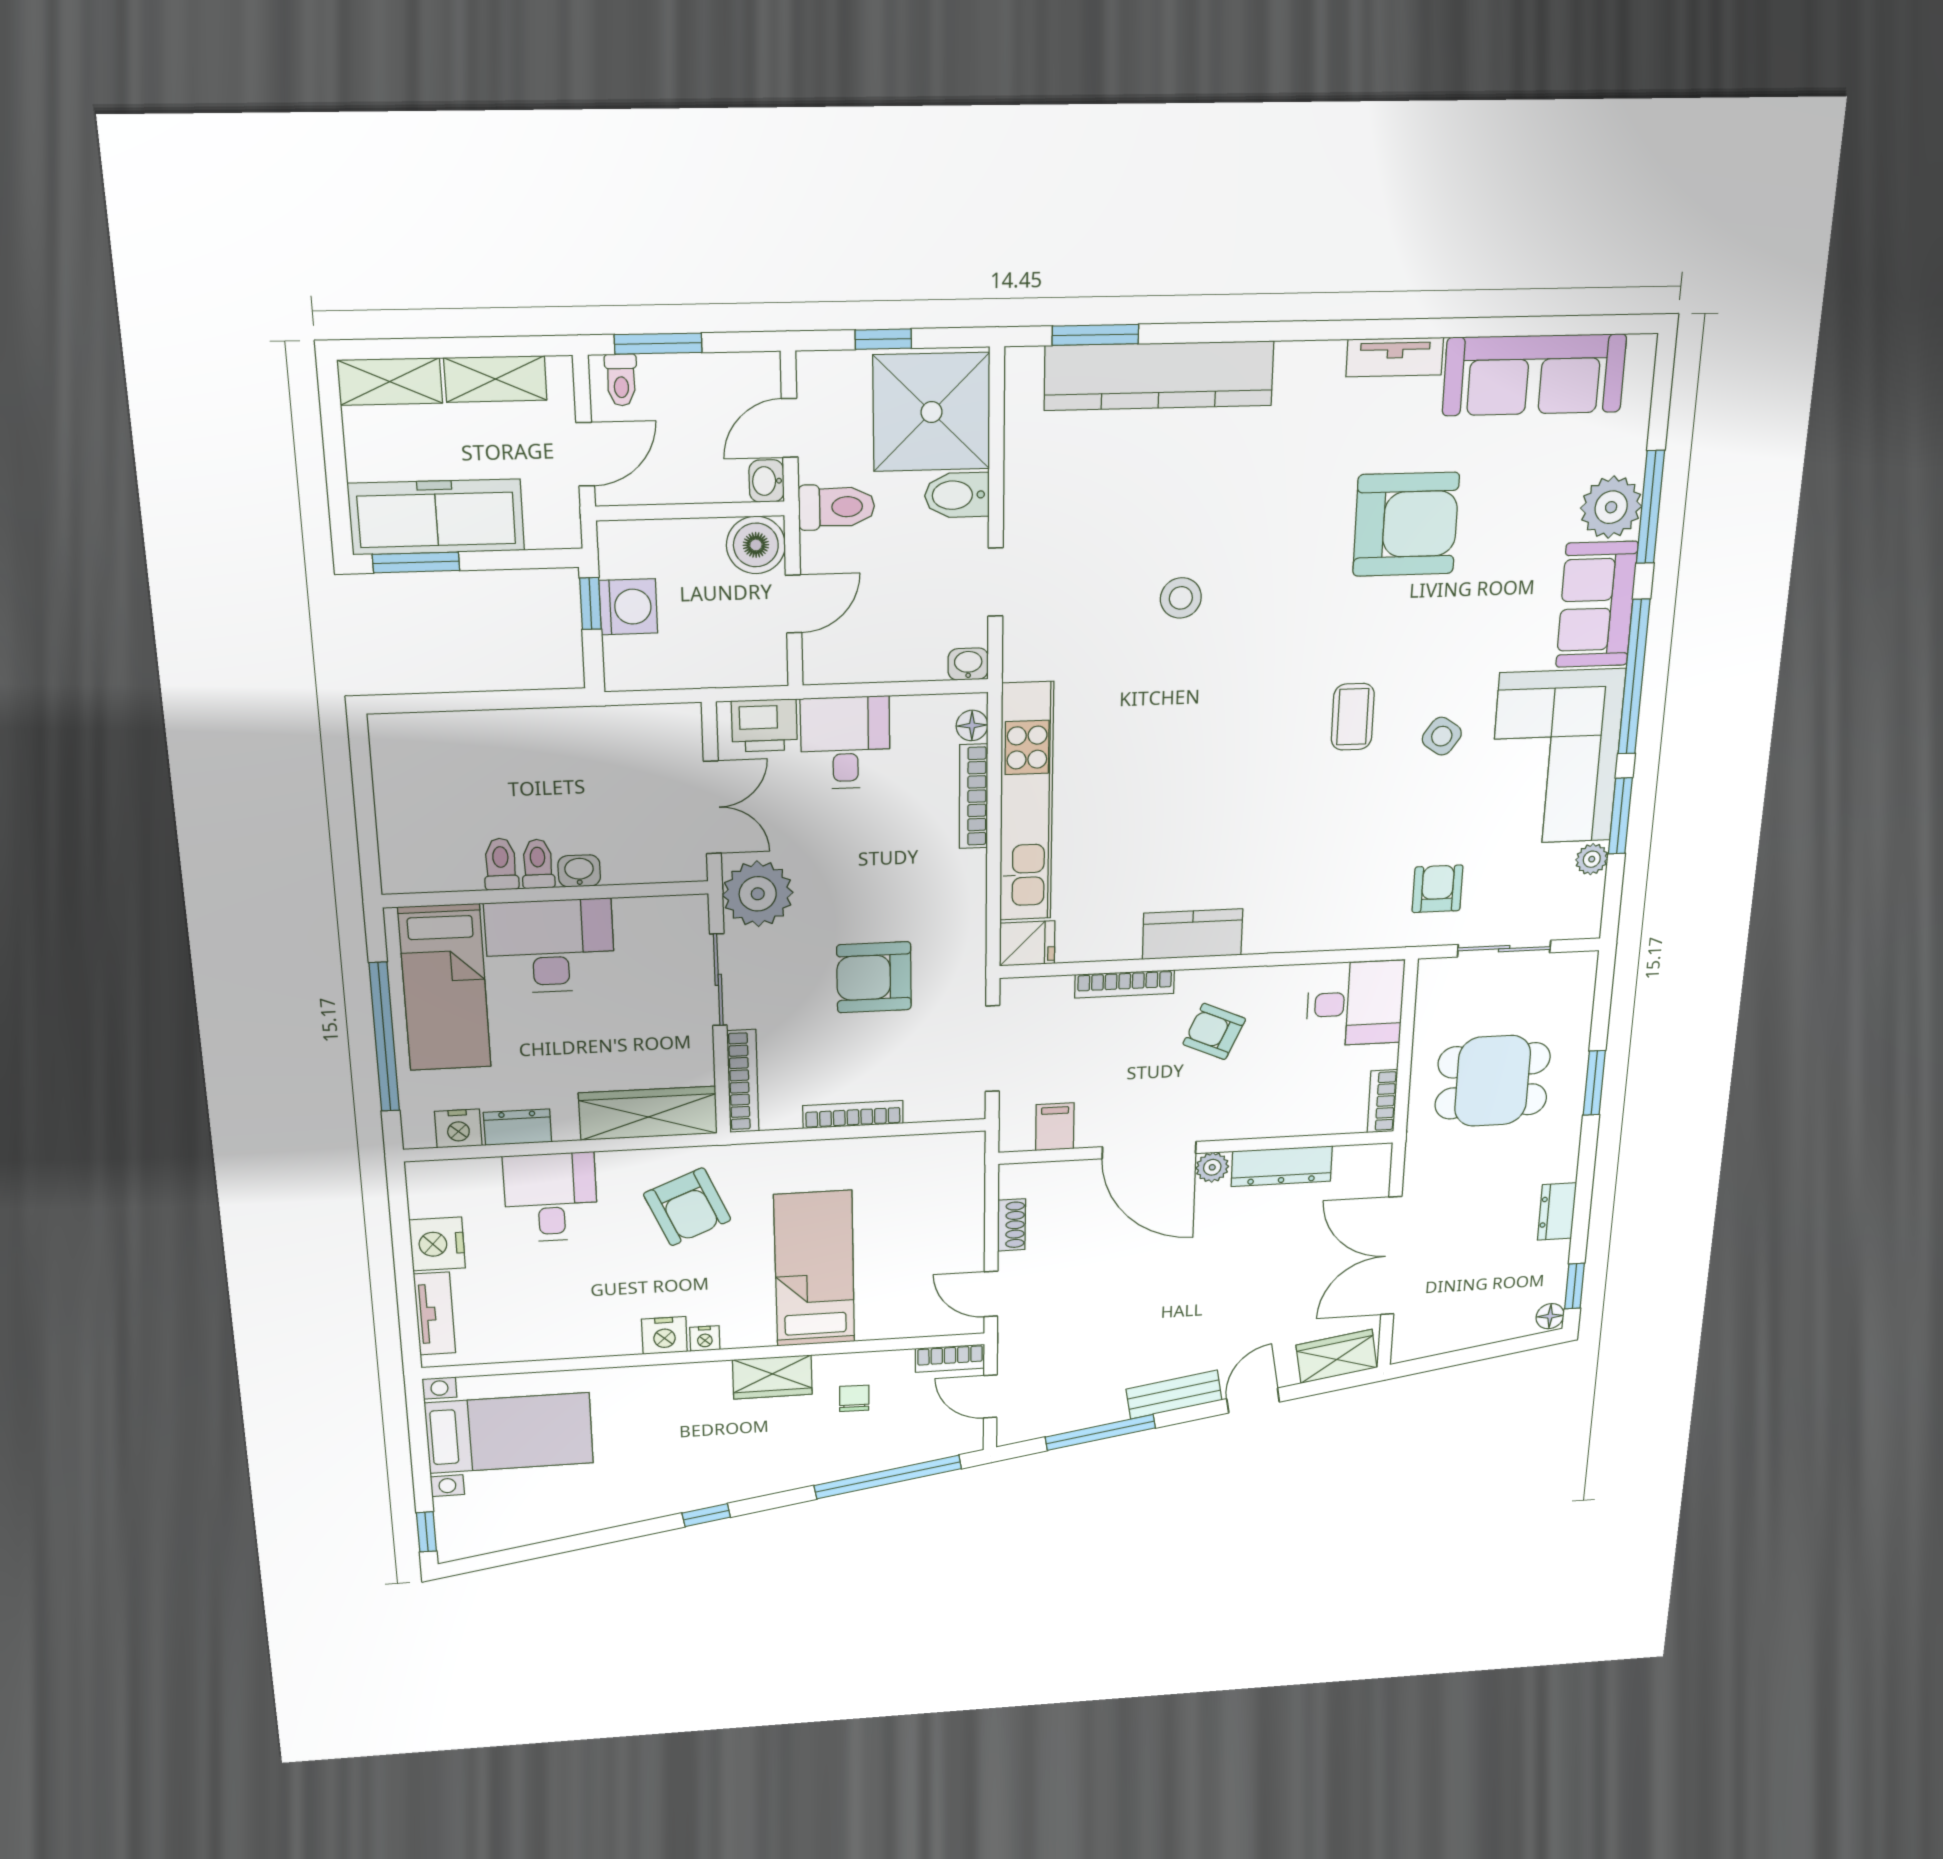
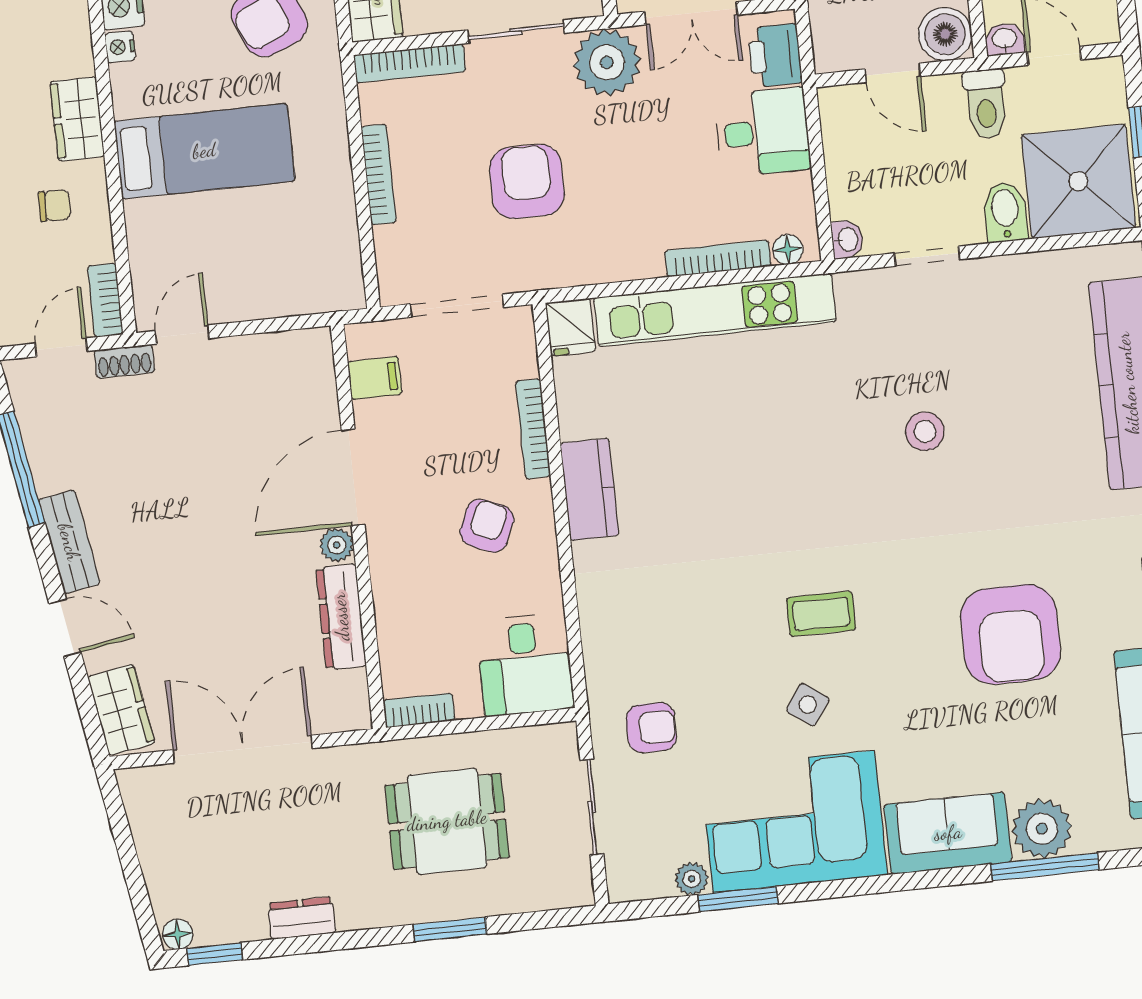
window: (1634, 677) -> (879, 884), removed
dining table: (1493, 1081) -> (447, 821), turned 90
shoe rack: (1011, 1225) -> (124, 361), moved

